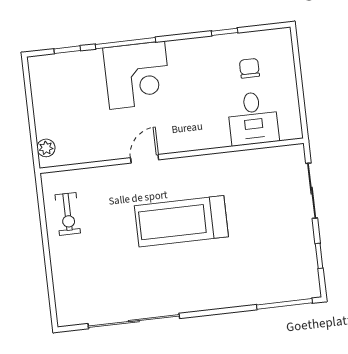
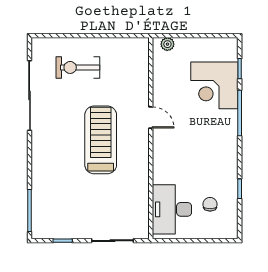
chair: (249, 68) -> (210, 204), turned -90
corner desk: (137, 75) -> (214, 85), moved
desk: (253, 118) -> (172, 209), width x1.37
exercise bike: (68, 214) -> (78, 67), moved, width x1.38, depth x1.39

